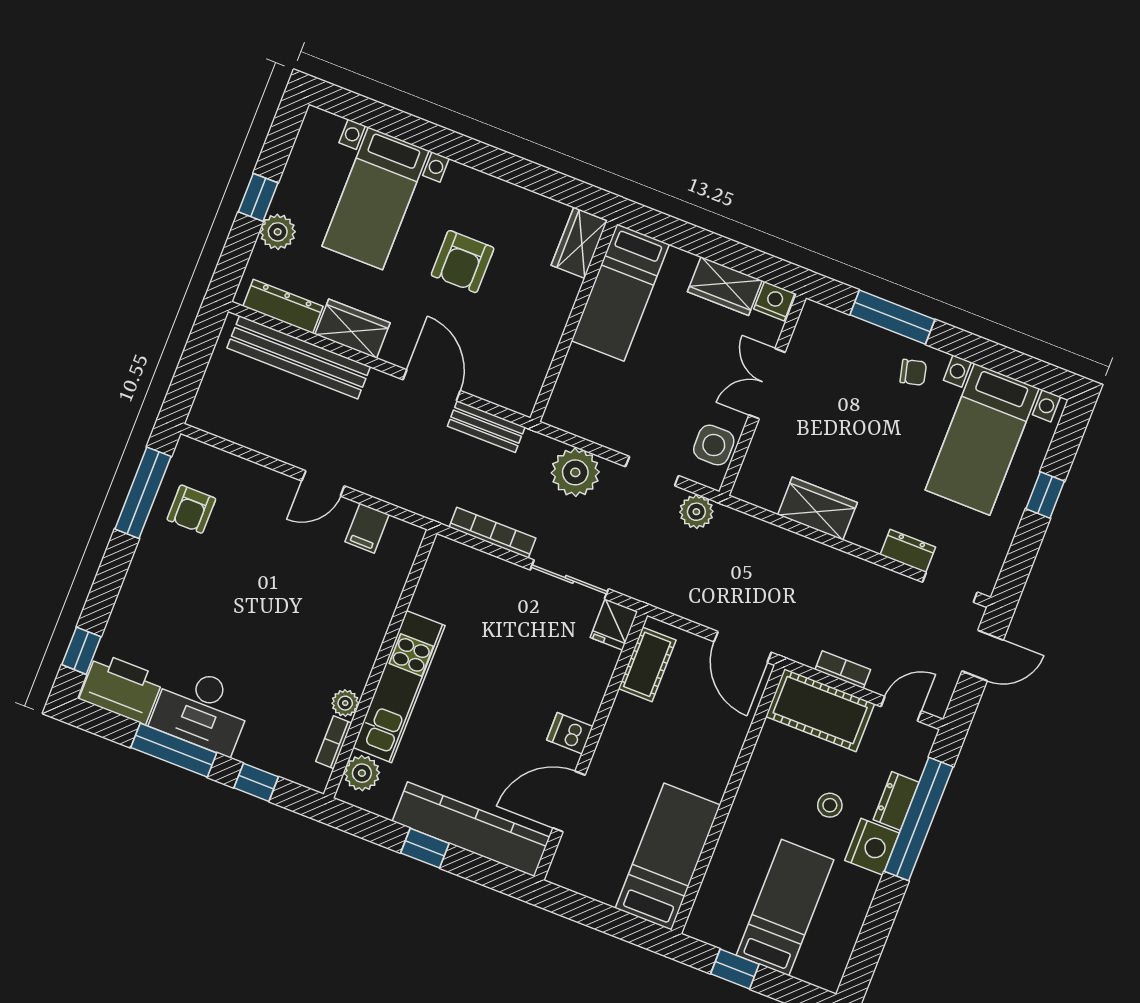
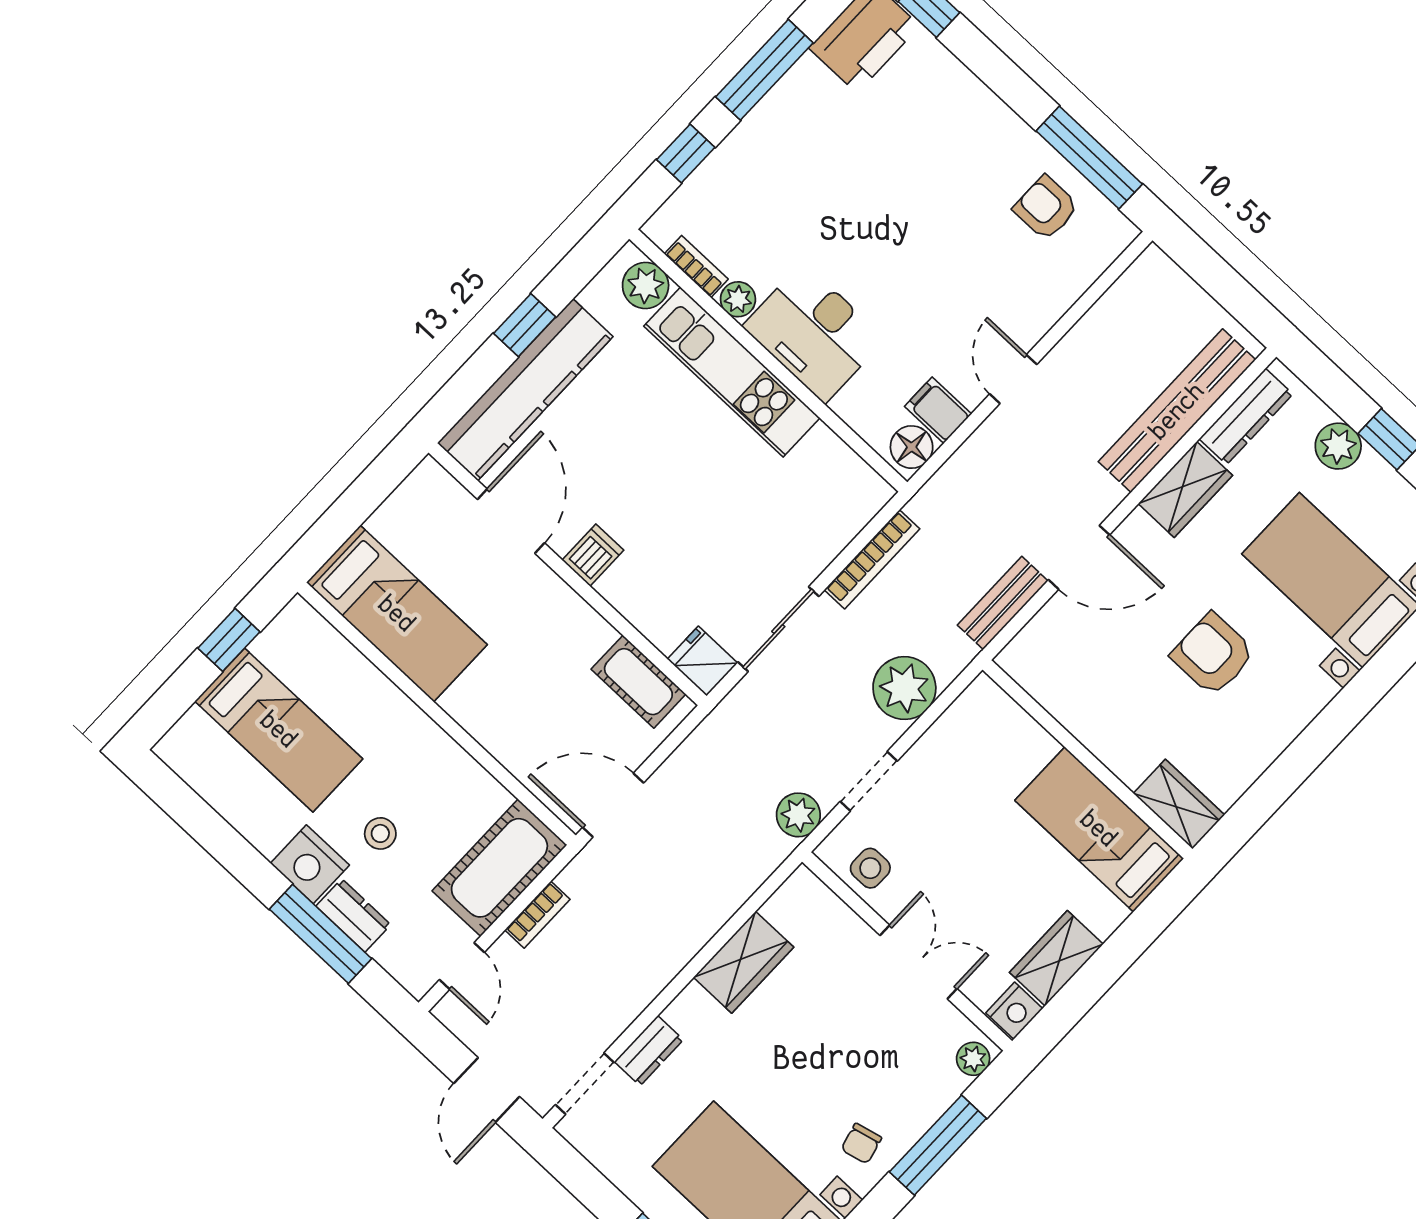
plant: (821, 317) -> (973, 1059), added
side table: (714, 445) -> (870, 868), width x0.73, depth x0.73
floor lamp: (401, 537) -> (912, 447), added
desk: (202, 710) -> (814, 333), moved, turned -90
window: (919, 819) -> (321, 934), width x0.68

